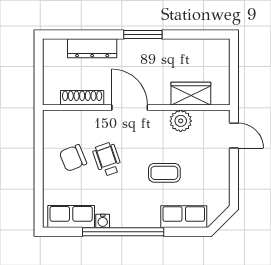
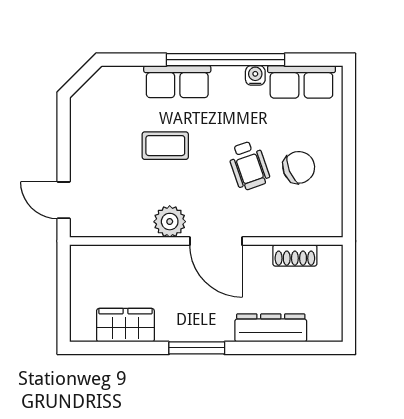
wardrobe: (191, 94) -> (125, 325), moved, turned 180
shoe rack: (82, 98) -> (295, 255), width x0.70
plant: (181, 121) -> (170, 222), moved
row of seats: (184, 217) -> (177, 82), moved

